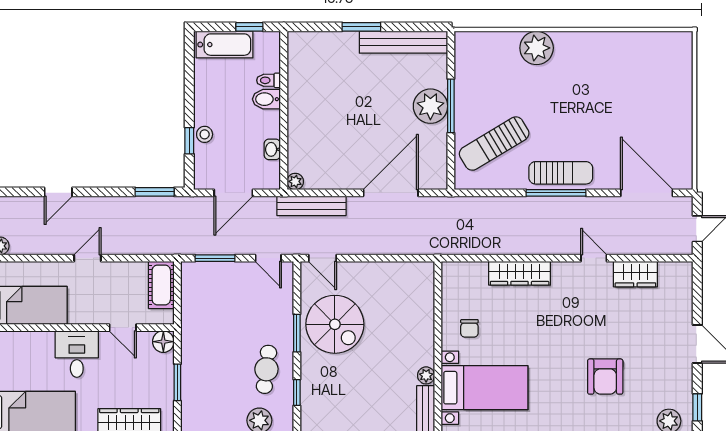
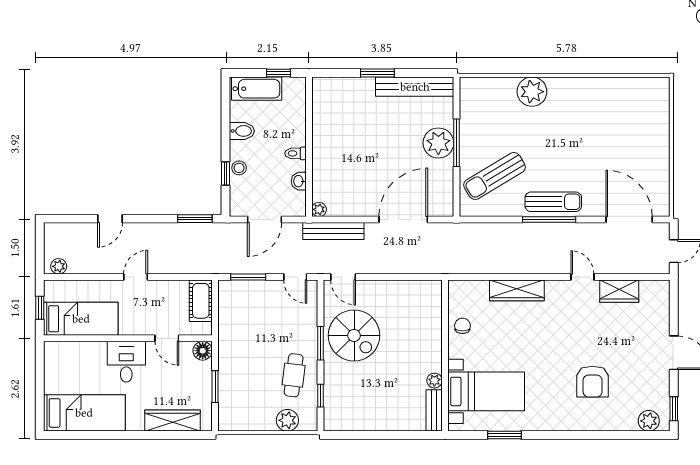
toilet: (269, 80) -> (295, 153), moved
bidet: (266, 99) -> (242, 131), moved, turned 180
chair: (469, 328) -> (462, 326), moved, turned 180

